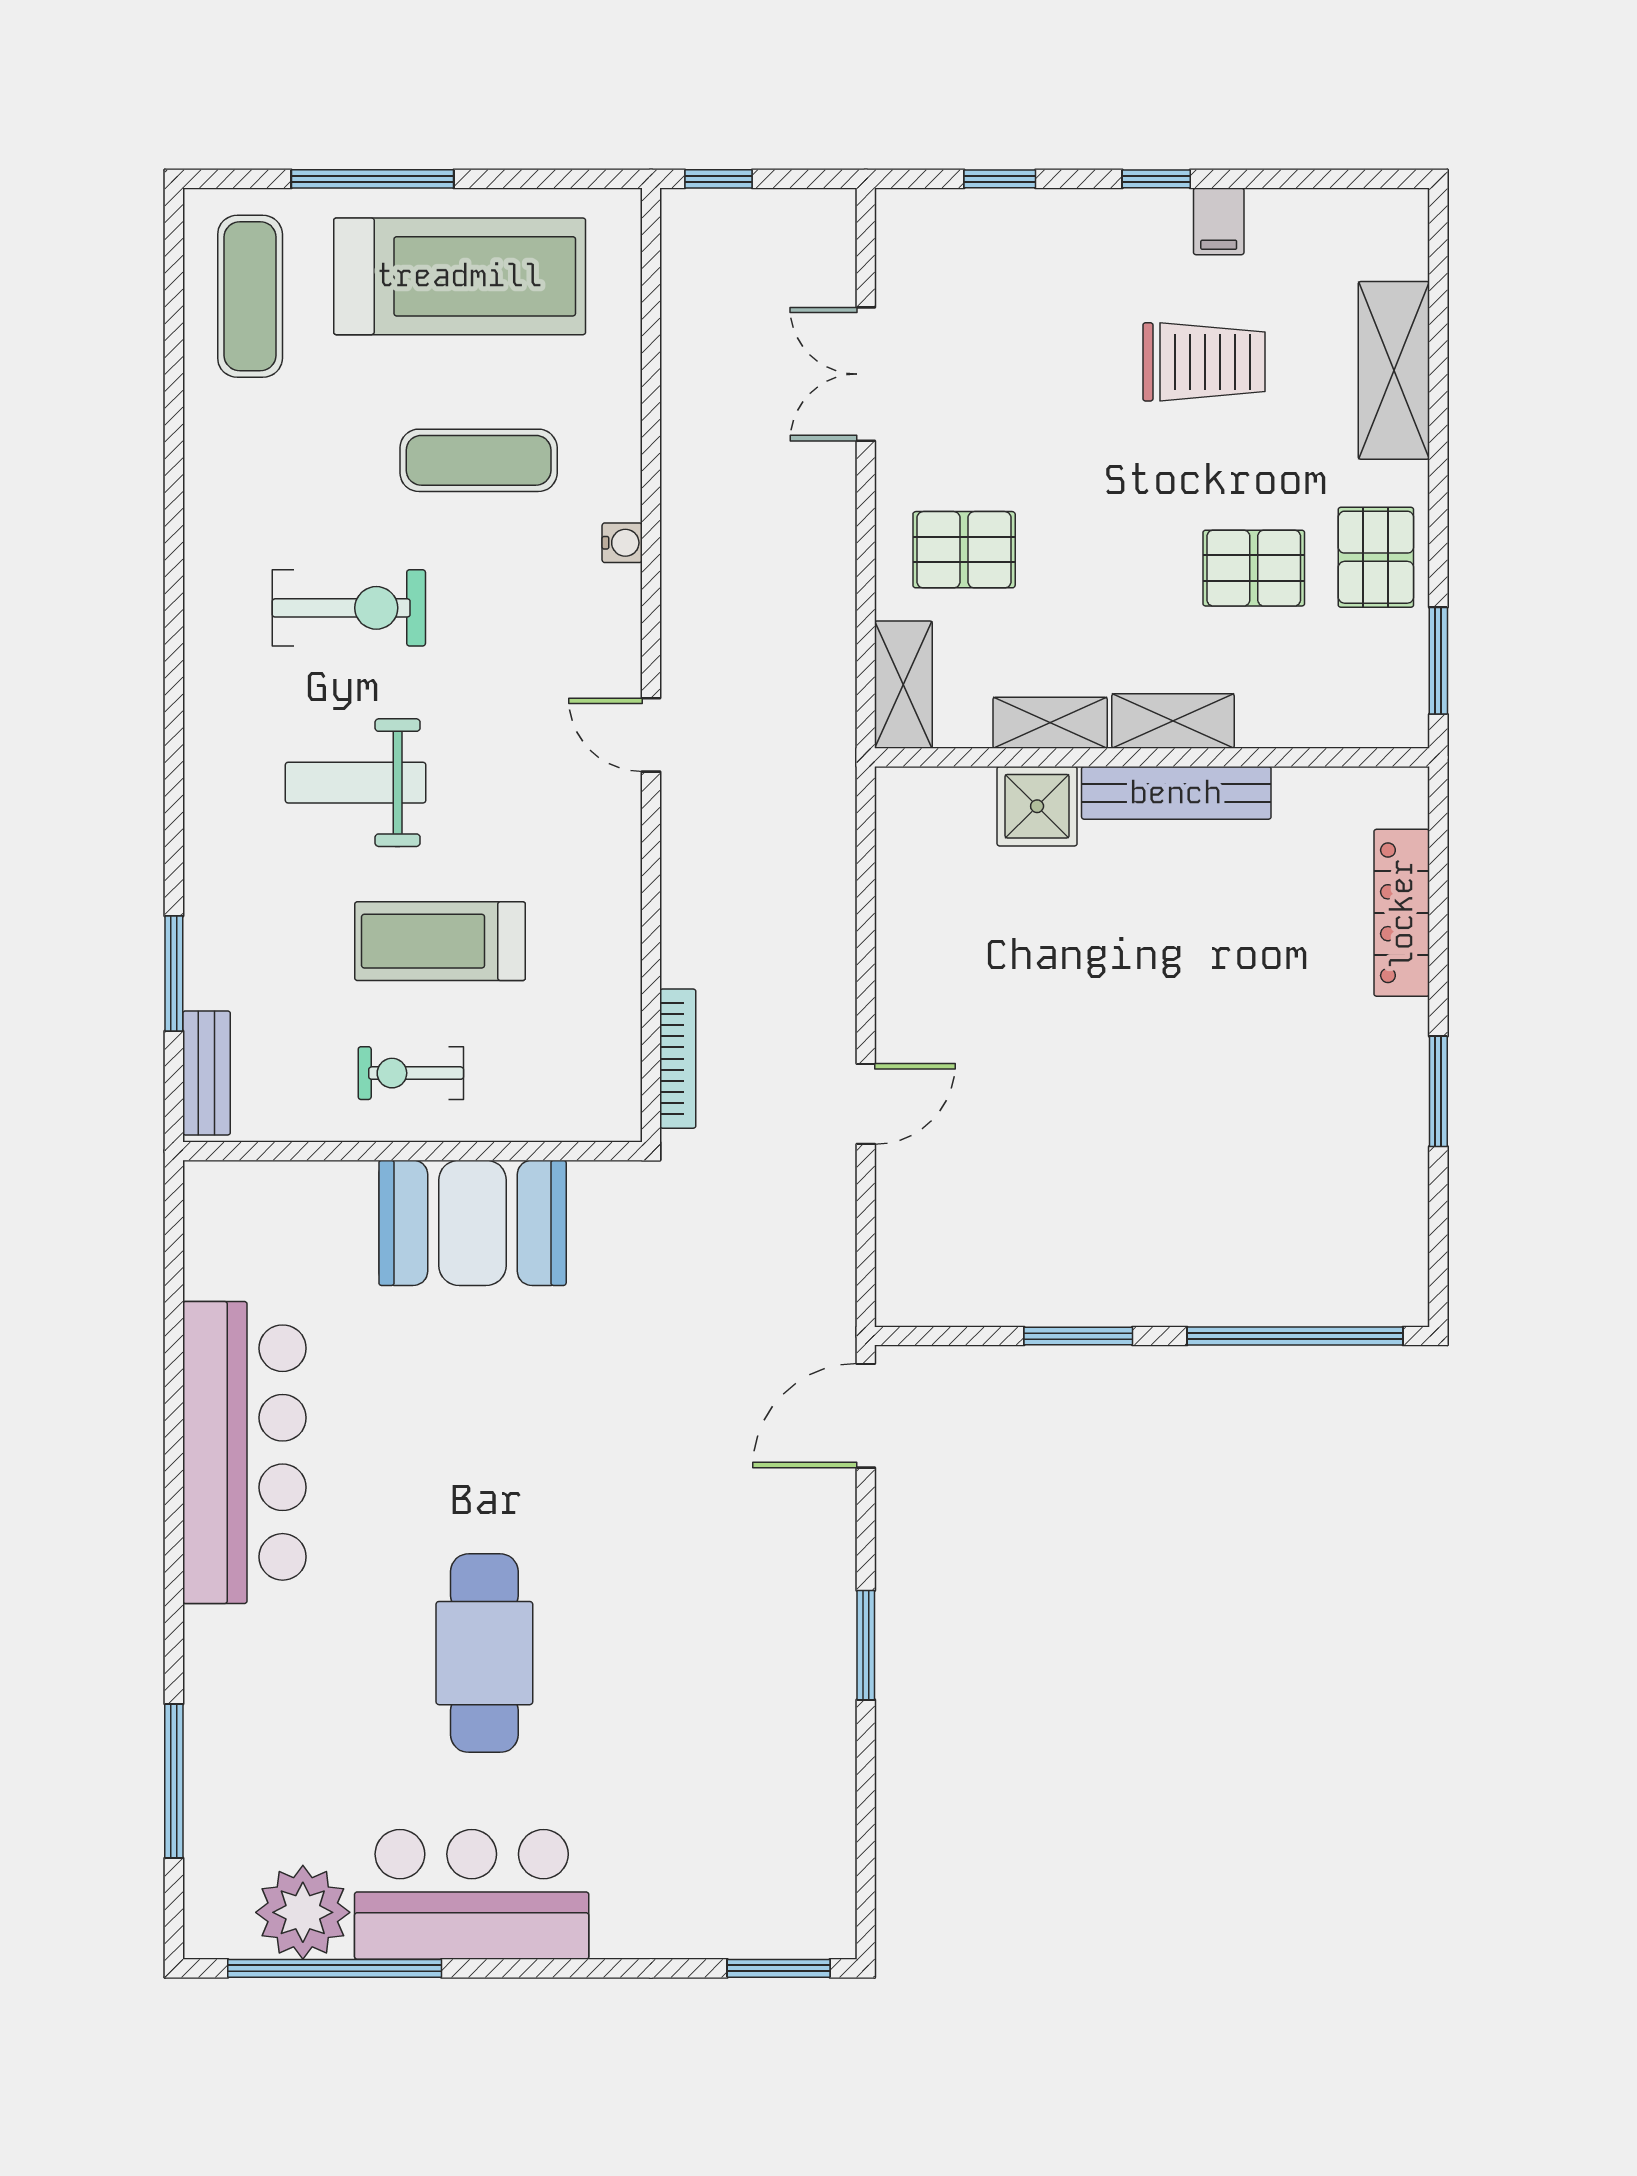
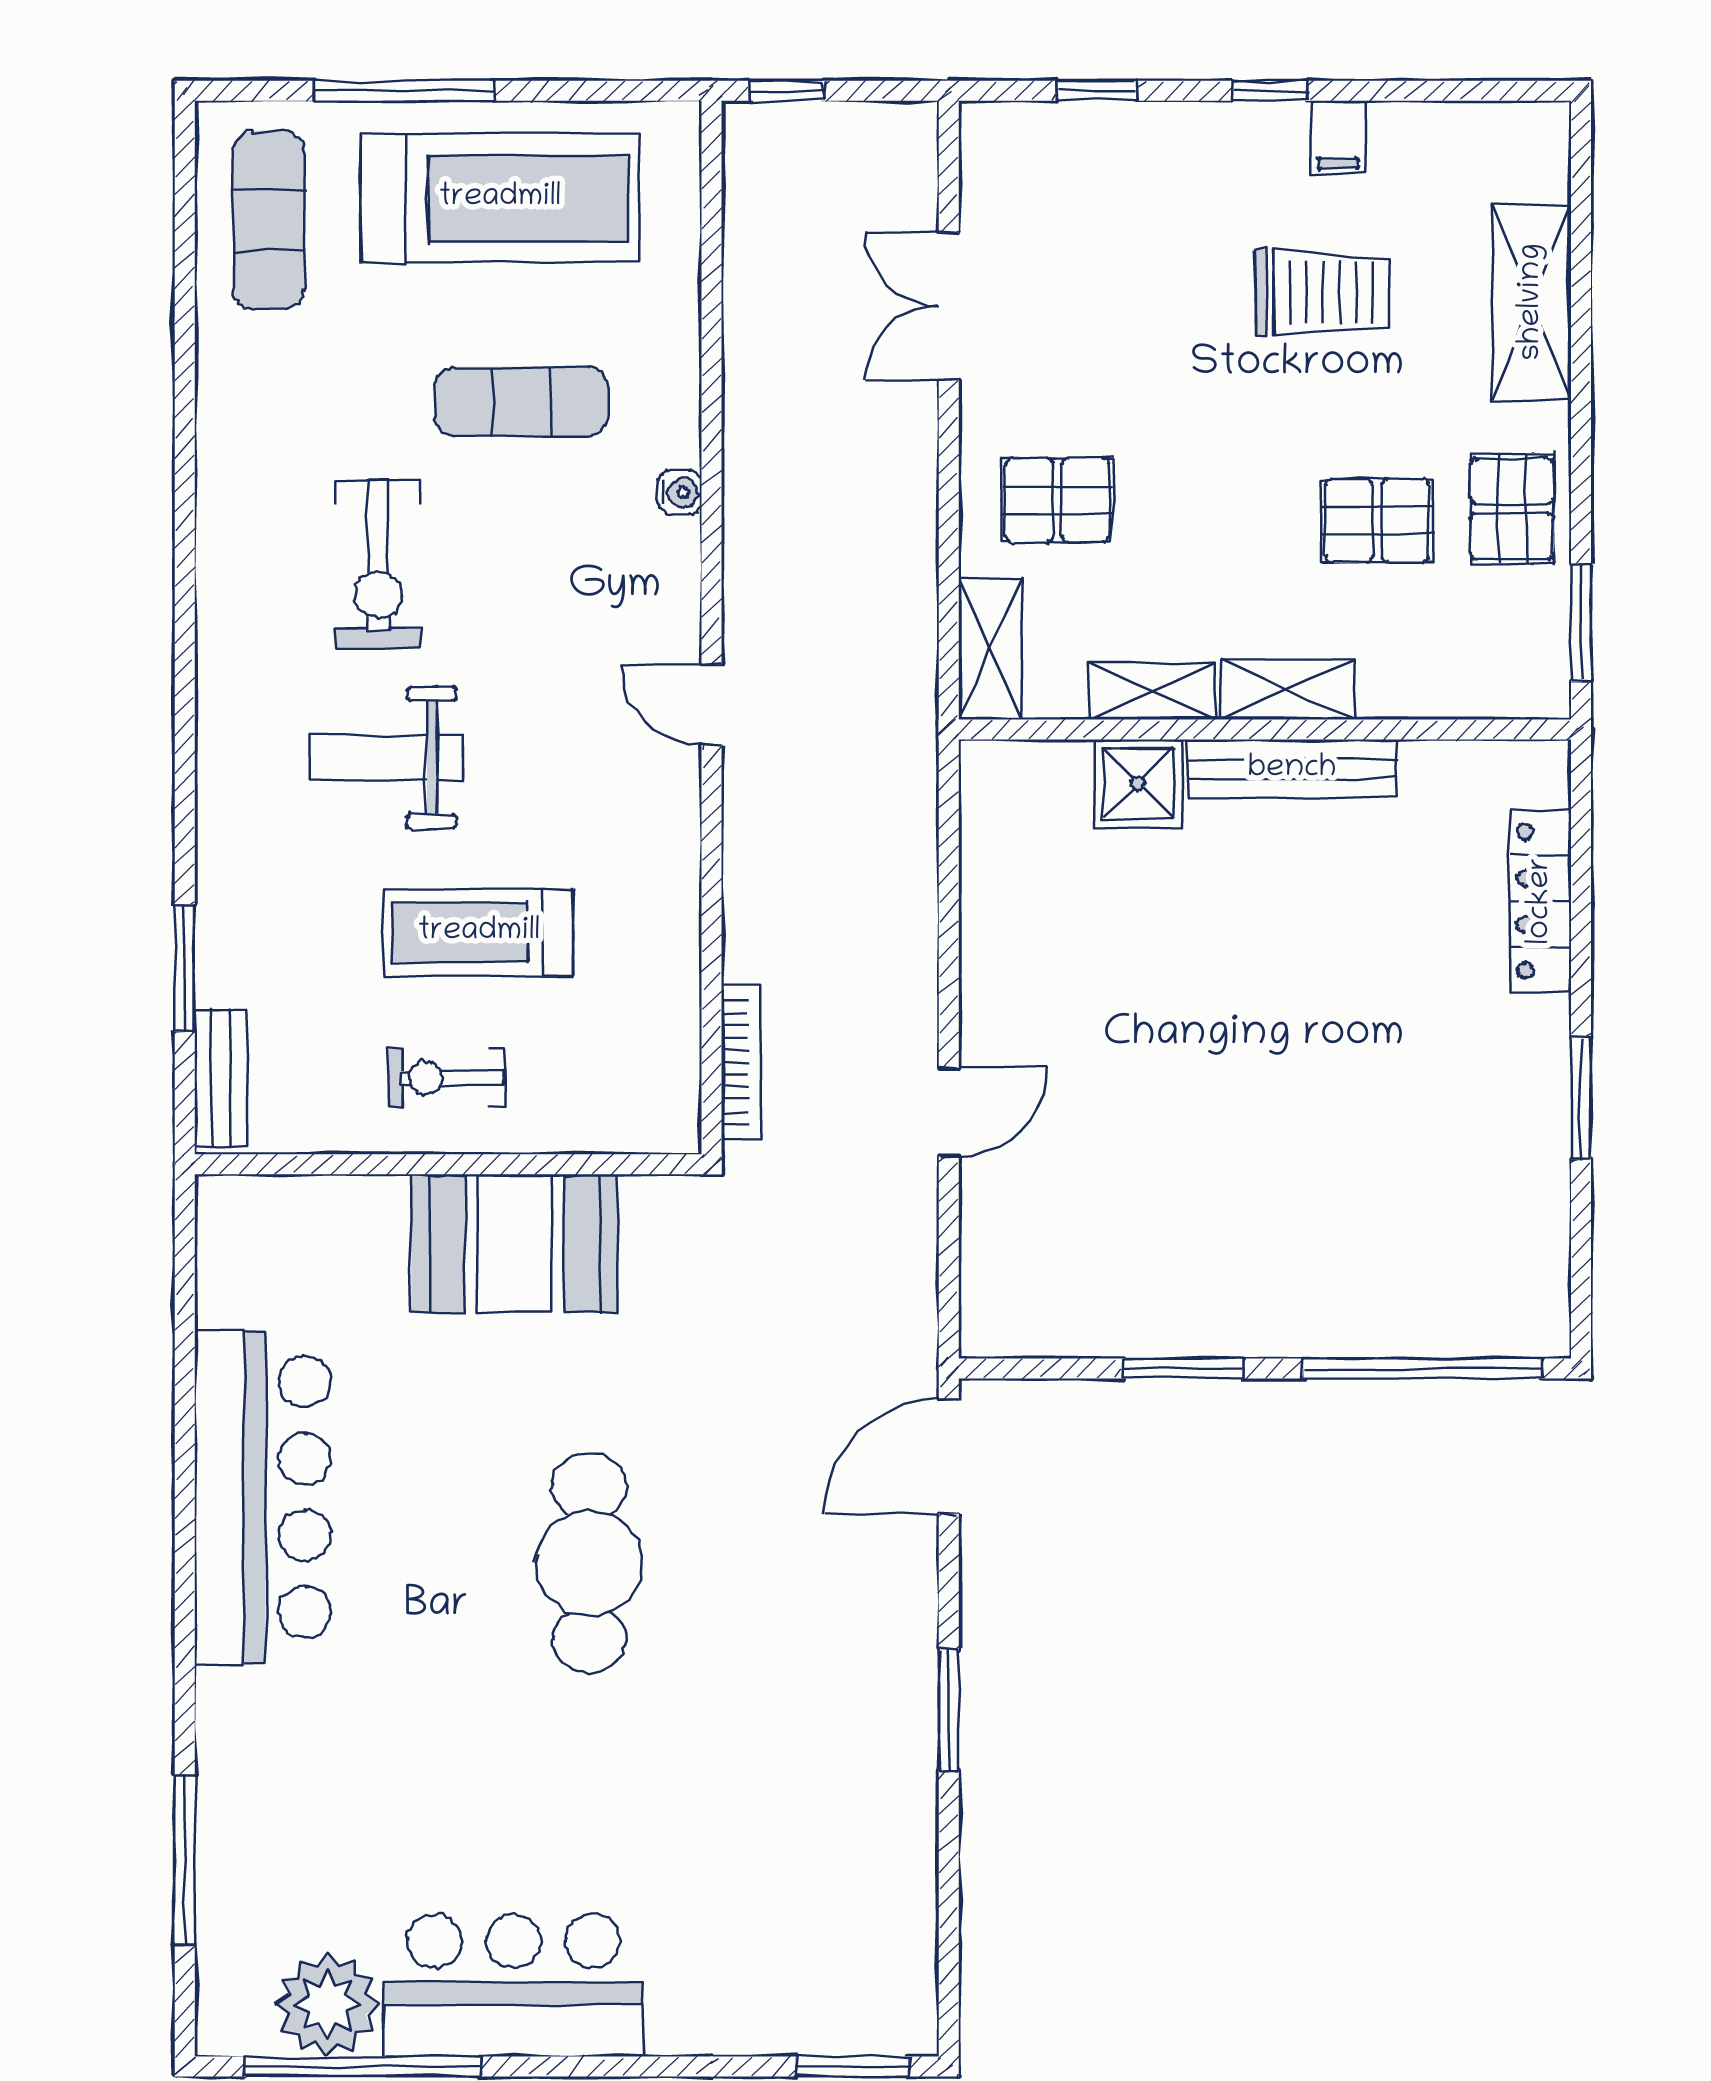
exercise bike: (349, 608) -> (378, 564), turned 90
cafe table: (484, 1653) -> (589, 1563), moved

